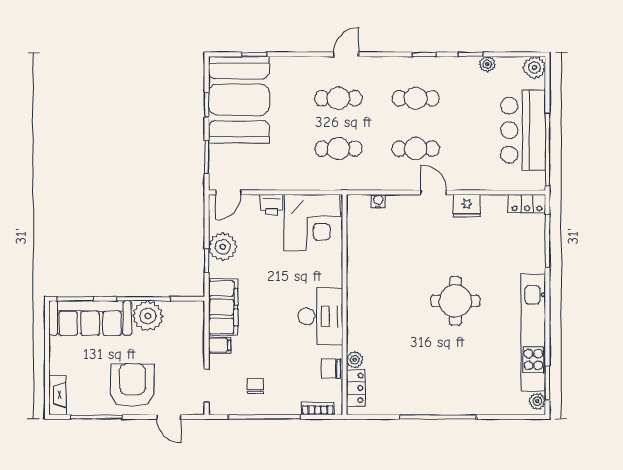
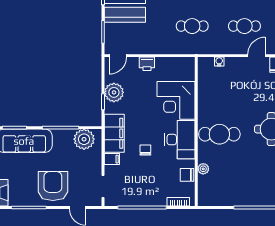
door: (433, 192) -> (257, 56), hinge flipped
corner desk: (312, 222) -> (176, 100), moved, turned 90
cafe table: (379, 309) -> (219, 134), added
plant: (148, 316) -> (84, 139), moved
chair: (255, 386) -> (145, 150), moved
locker: (356, 388) -> (204, 188), removed

